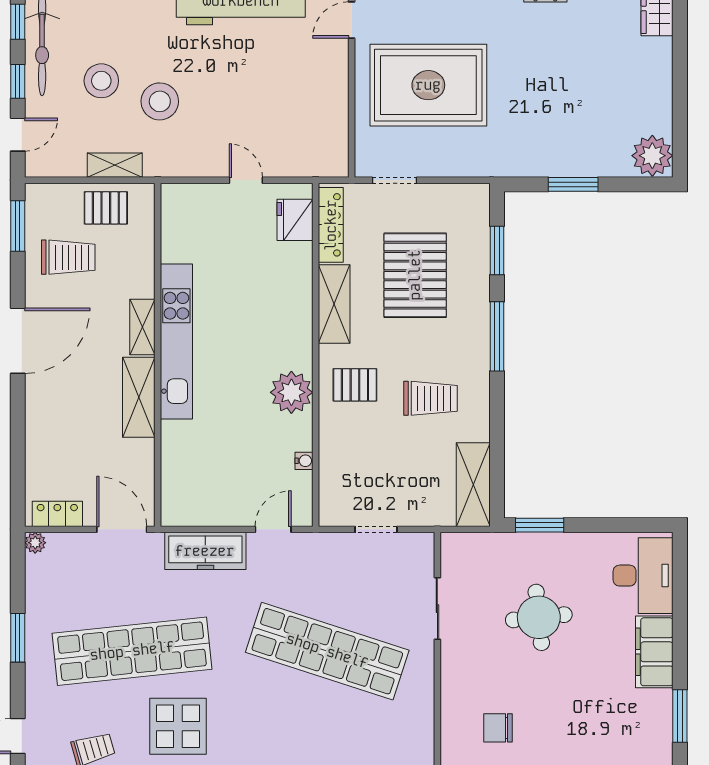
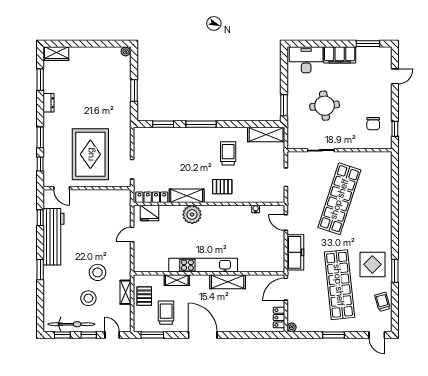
plant: (652, 156) -> (126, 51), width x0.53, depth x0.53
pallet: (415, 275) -> (174, 160), removed
shelving: (142, 327) -> (177, 280), moved
pallet: (355, 385) -> (222, 187), turned 90
plant: (291, 392) -> (192, 215), moved

